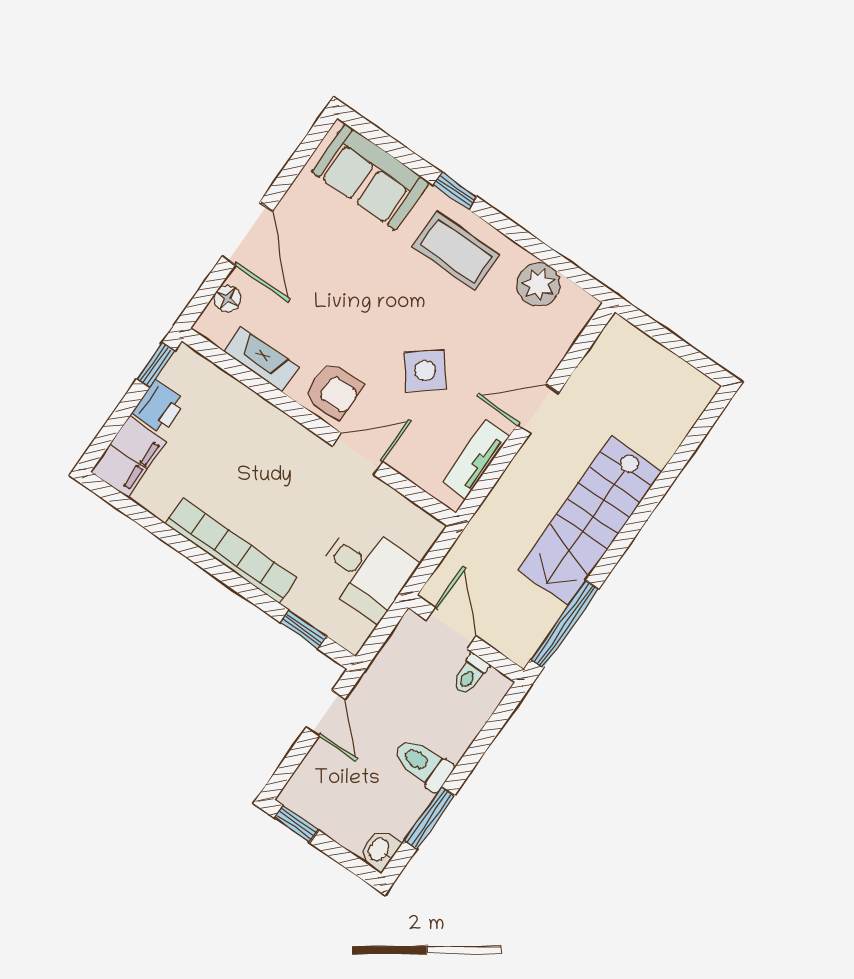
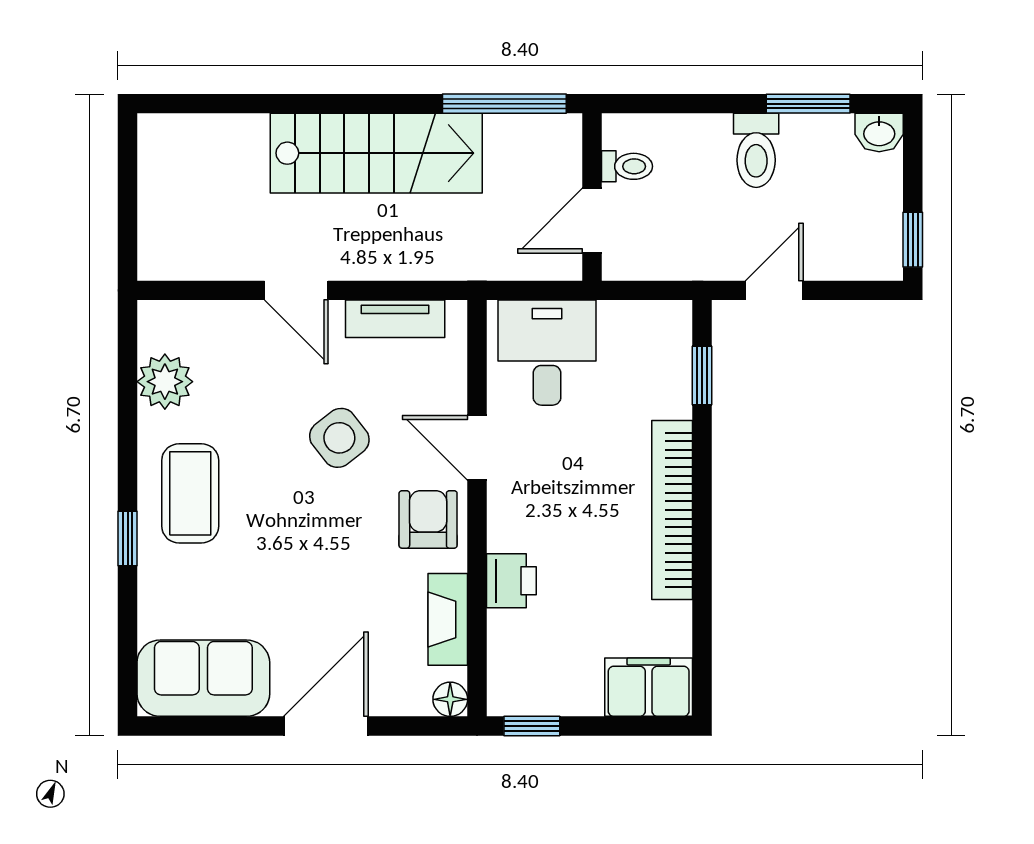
sofa: (370, 177) -> (203, 678), moved, turned -90
floor lamp: (227, 299) -> (450, 699), moved
printer: (159, 407) -> (511, 581), moved, turned 90
desk: (366, 571) -> (547, 353), moved

